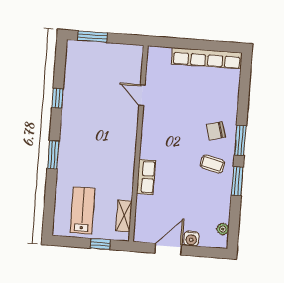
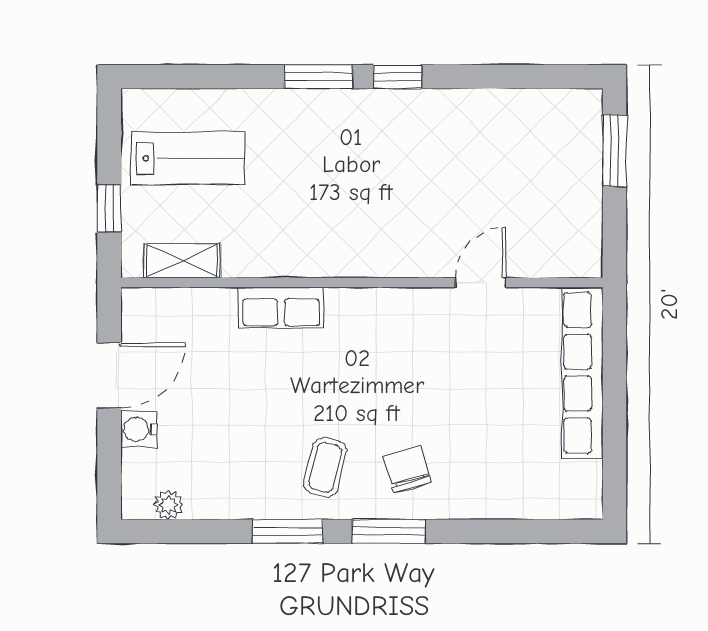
row of seats: (207, 58) -> (583, 373), moved
window: (57, 98) -> (397, 77), moved
door: (168, 249) -> (109, 375), hinge flipped

